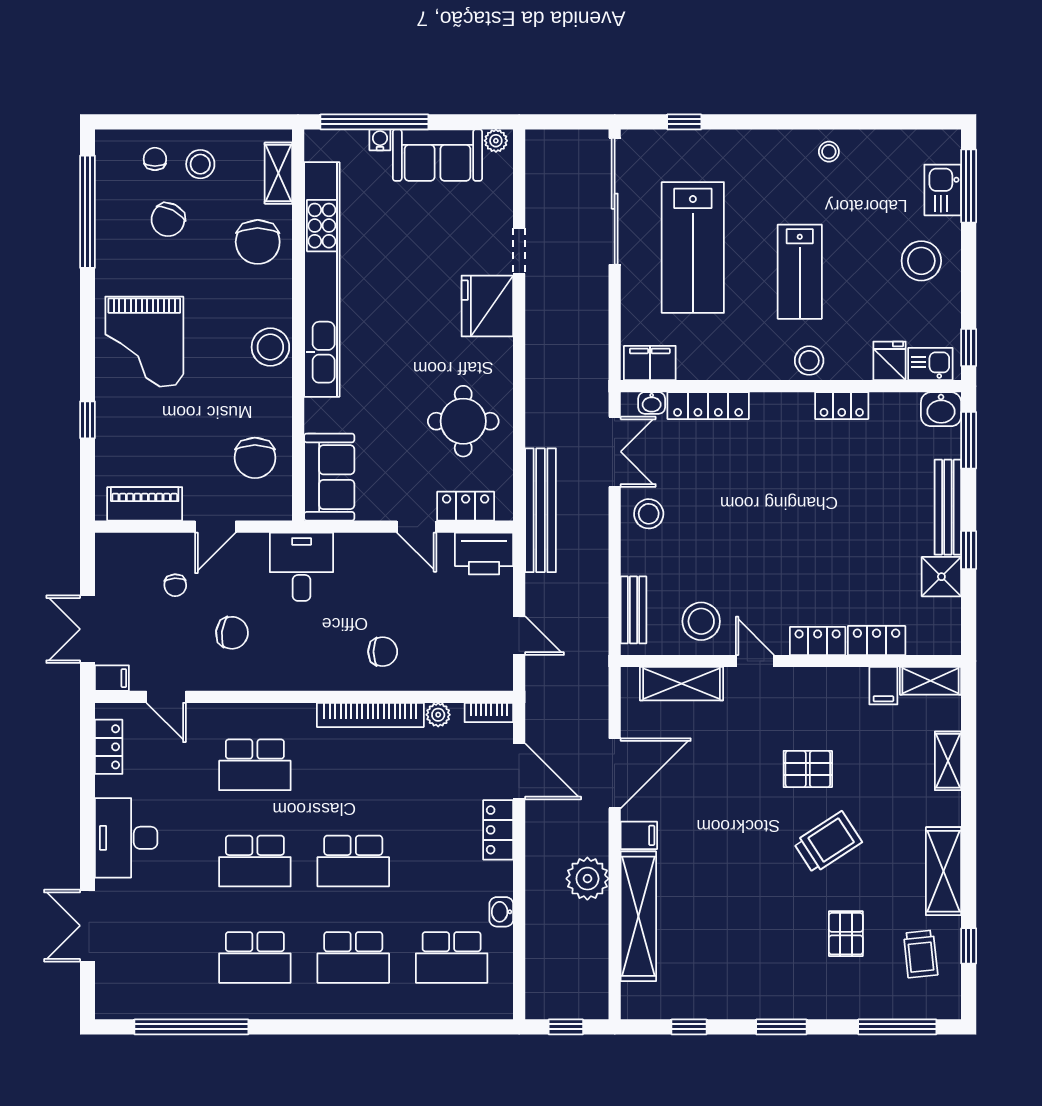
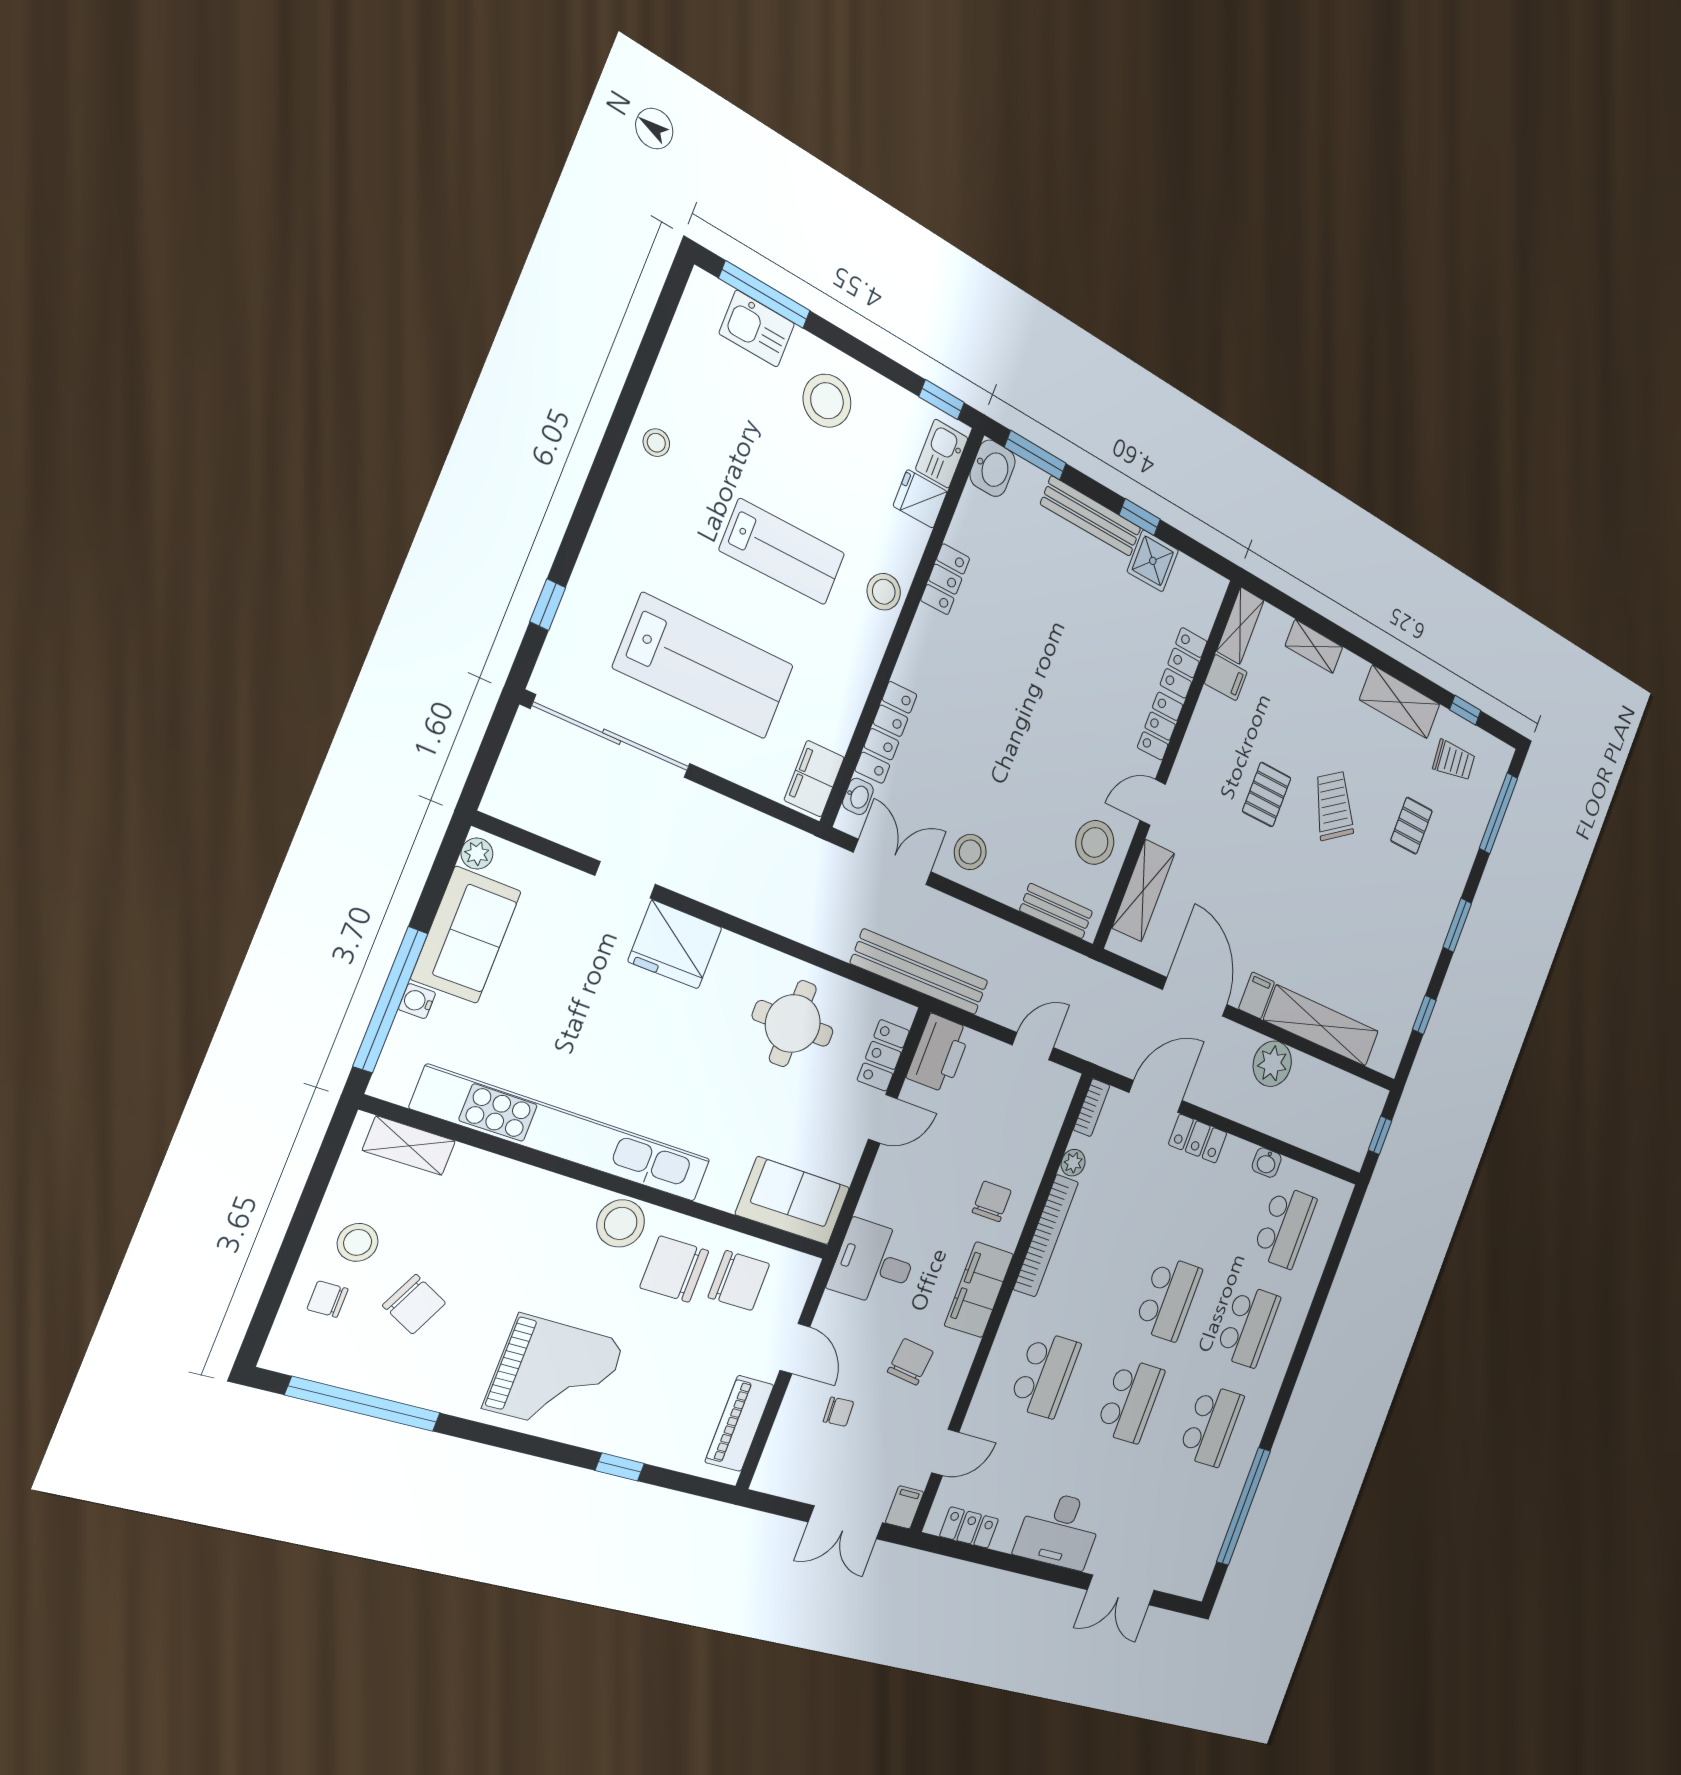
chair: (258, 242) -> (674, 1269), moved, turned 180
filing cabinet: (308, 671) -> (979, 1290), added
pallet: (846, 934) -> (1412, 826), turned 90

